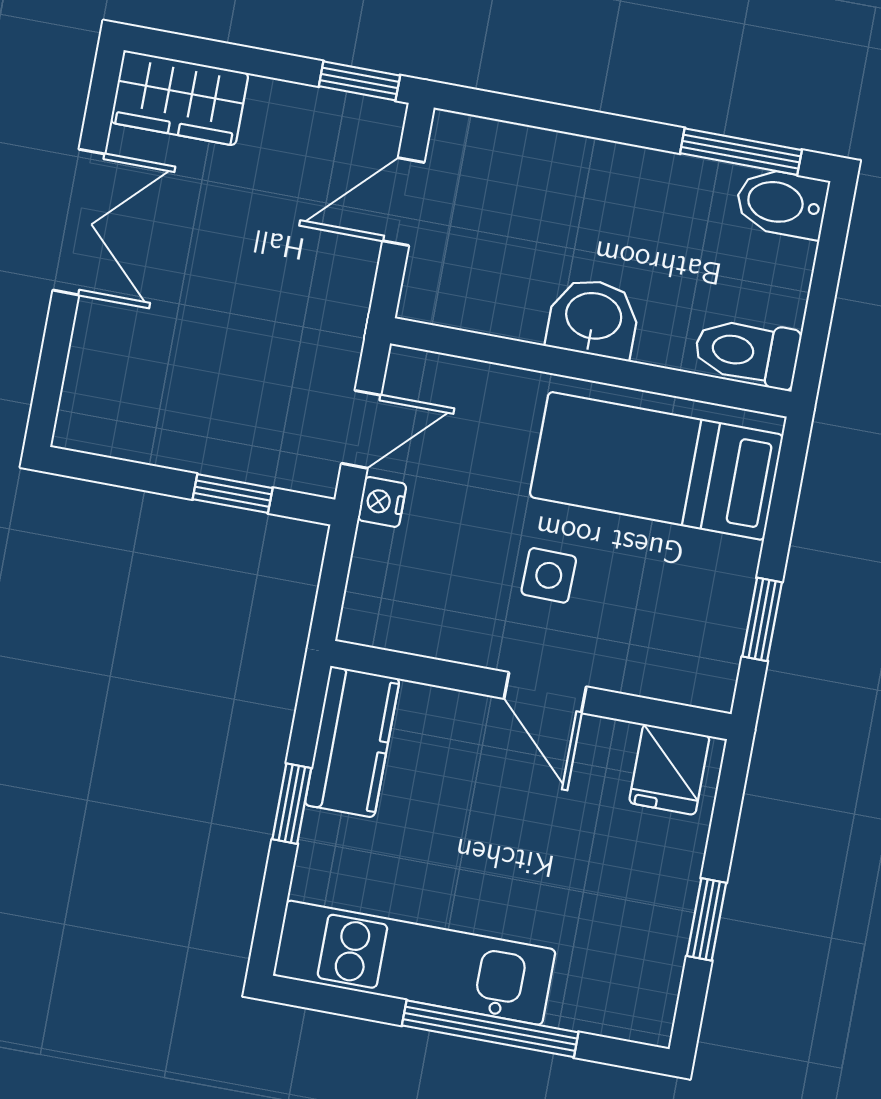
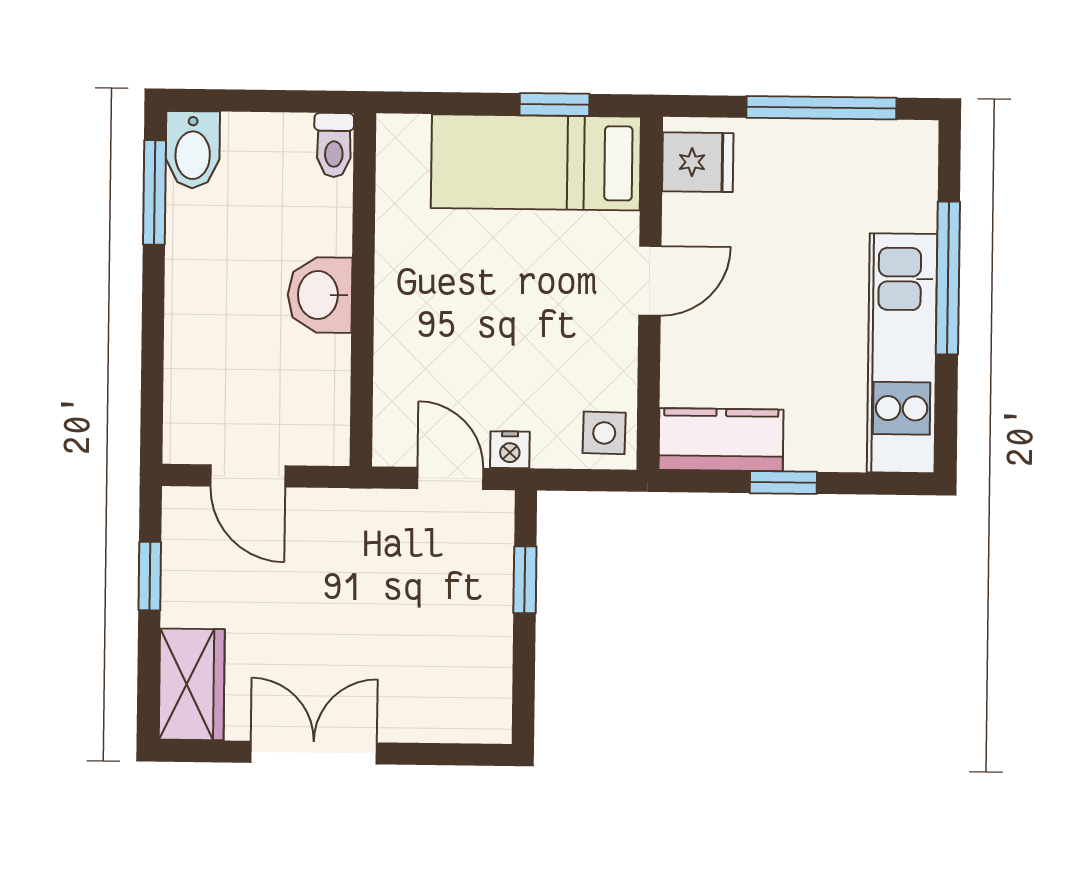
window: (359, 81) -> (150, 576), moved
toilet: (747, 352) -> (334, 145), width x0.73, depth x0.72
bed: (656, 466) -> (536, 162), moved, turned 90
side table: (549, 575) -> (604, 433), moved
window: (707, 919) -> (821, 108), width x2.17

